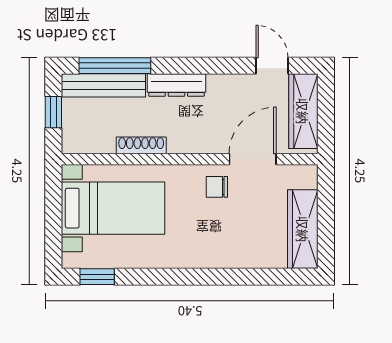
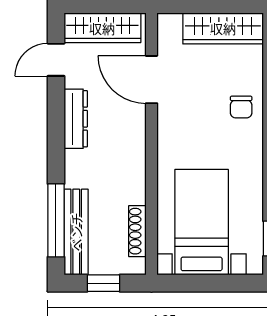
dresser: (176, 85) -> (76, 119), moved
shoe rack: (141, 145) -> (137, 231), moved
chair: (217, 187) -> (241, 107), moved

